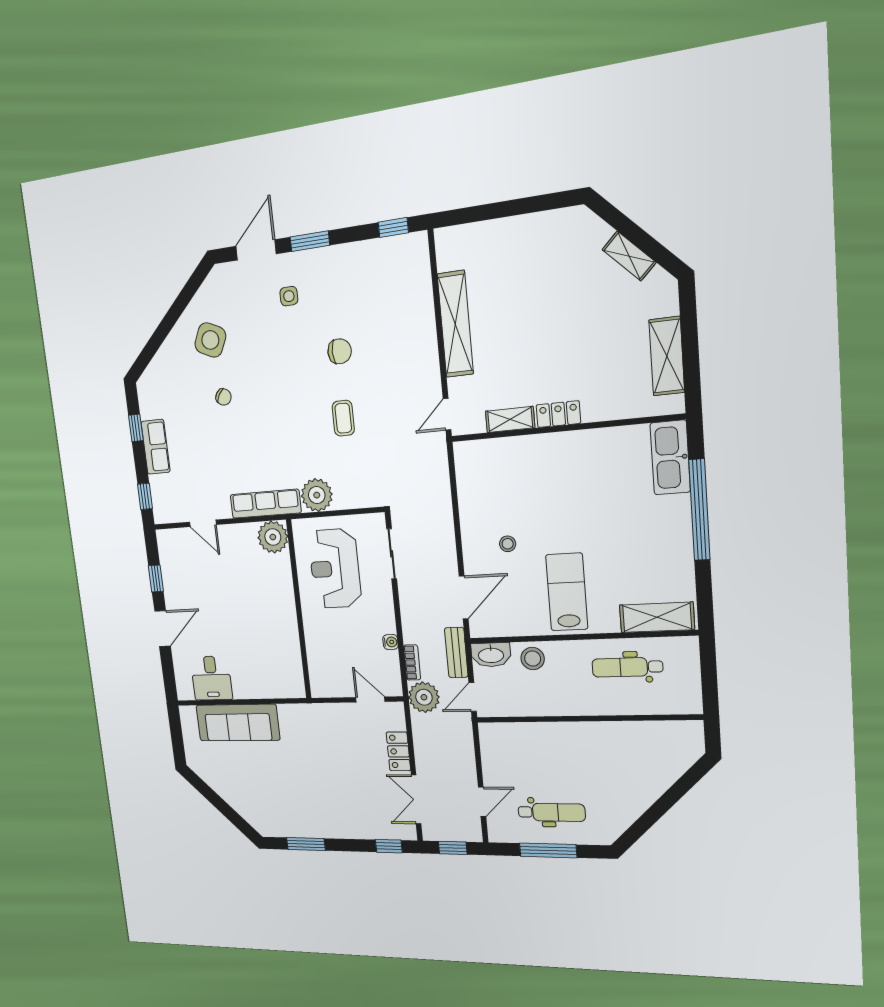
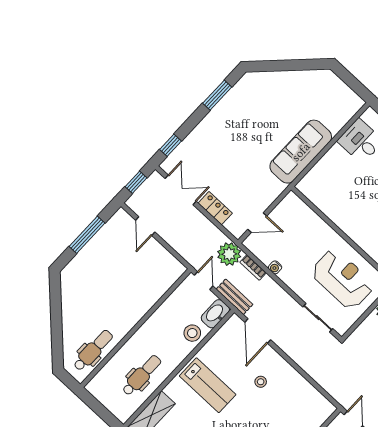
sofa: (238, 723) -> (301, 152), moved
dental chair: (552, 812) -> (93, 350), moved, turned 180

